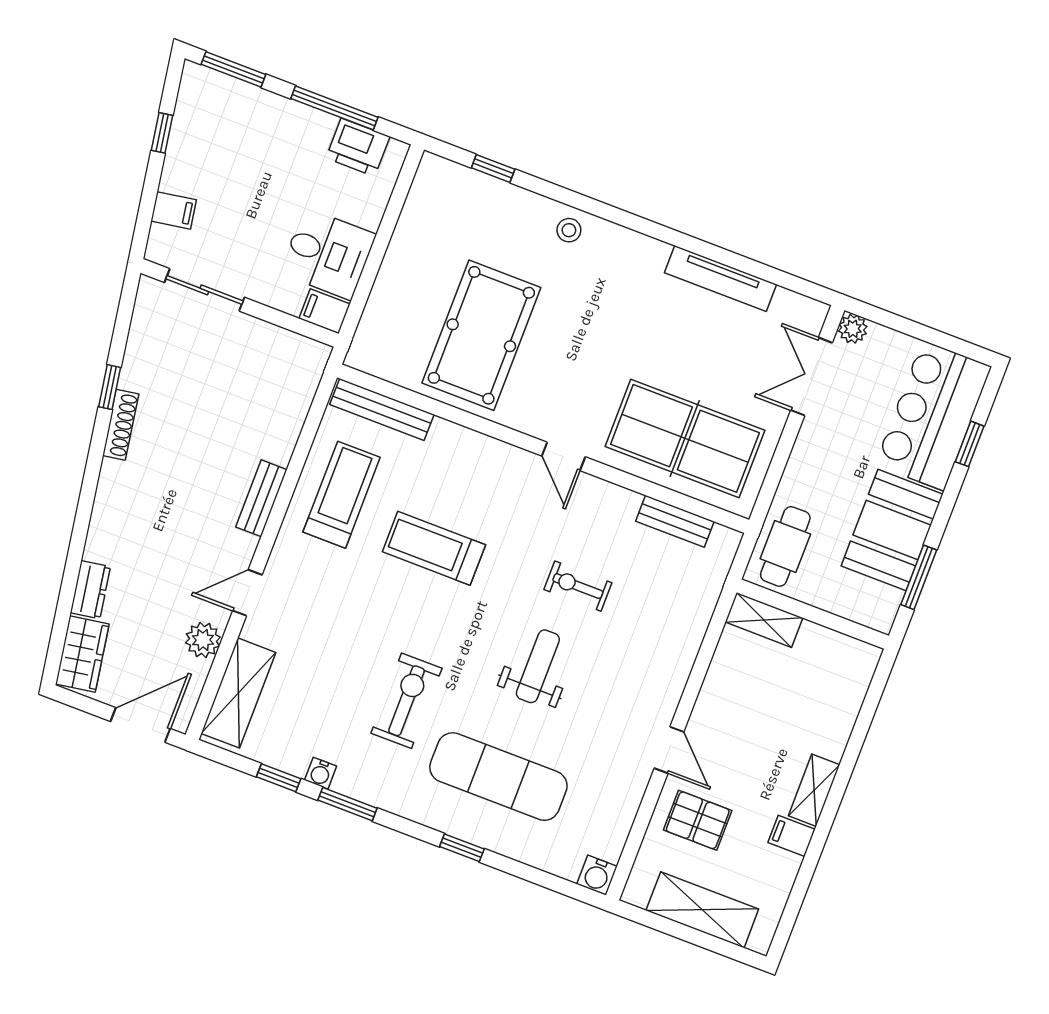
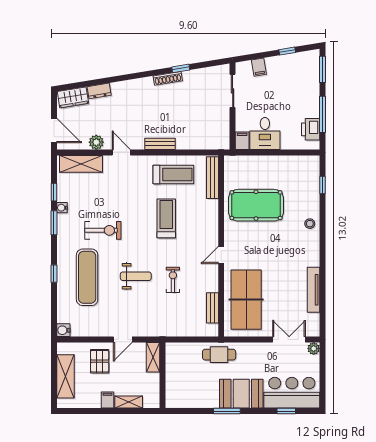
wall: (813, 614) -> (163, 375), moved
shelving: (764, 620) -> (153, 357), moved

